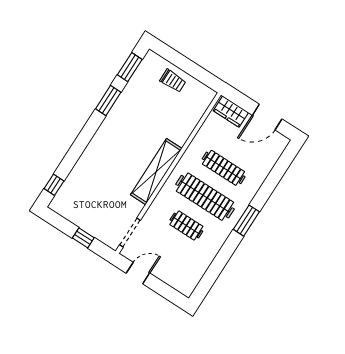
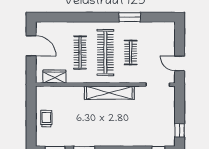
wardrobe: (231, 112) -> (54, 77), moved, turned -90
window: (246, 221) -> (130, 17), moved
window: (83, 238) -> (180, 130), moved

